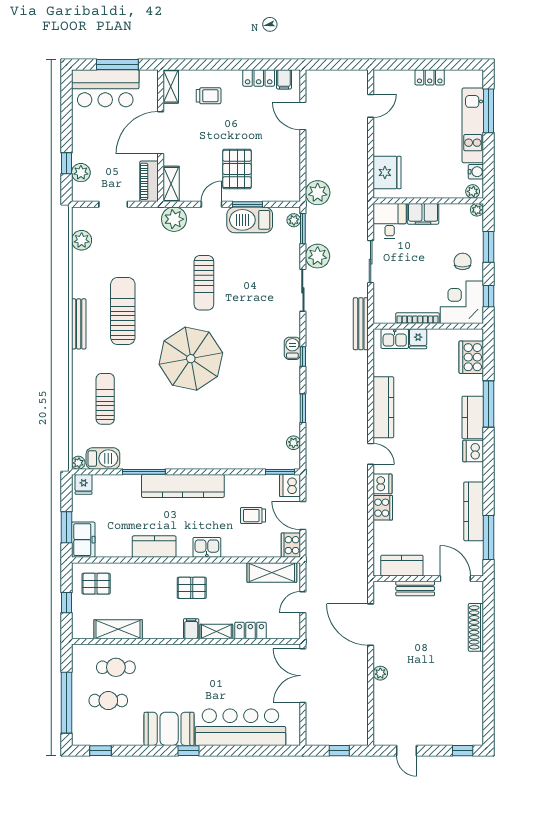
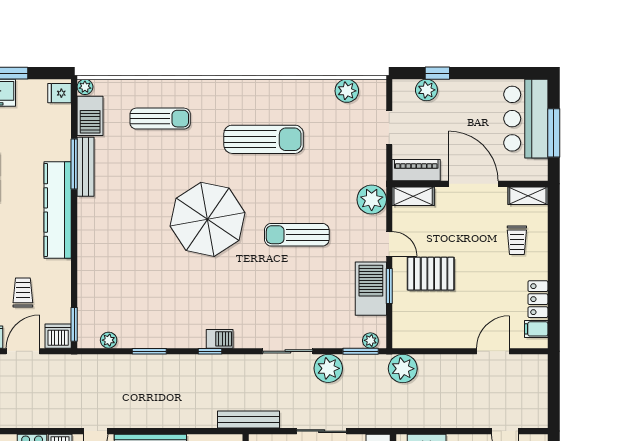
bench: (79, 324) -> (85, 167), moved, turned 90

